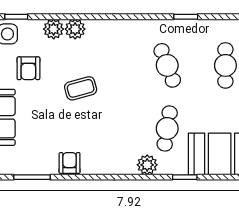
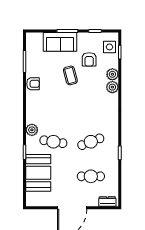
armchair: (28, 68) -> (89, 59), turned -90
coffee table: (81, 88) -> (70, 75), moved

